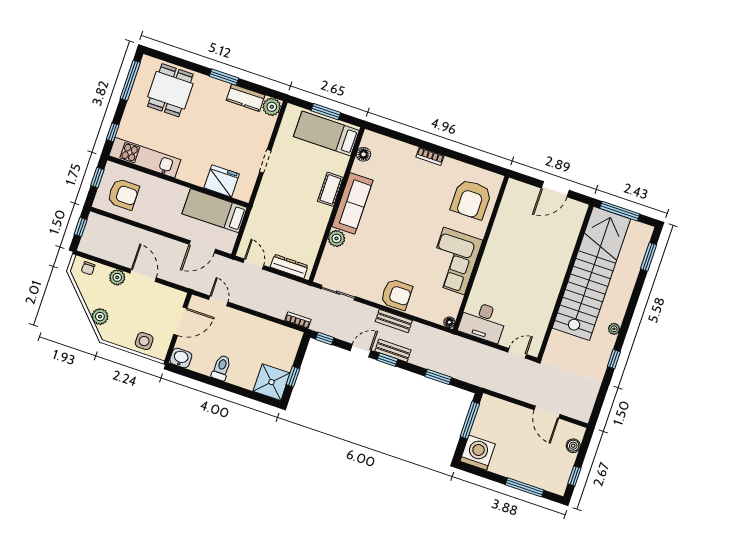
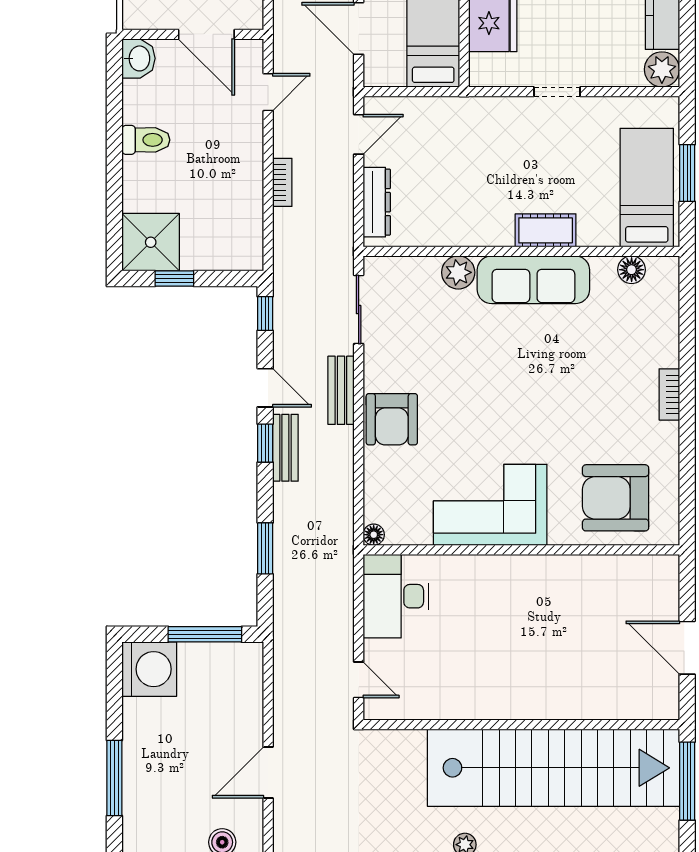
bookcase: (298, 320) -> (282, 182), moved
bench: (394, 321) -> (341, 390), moved

